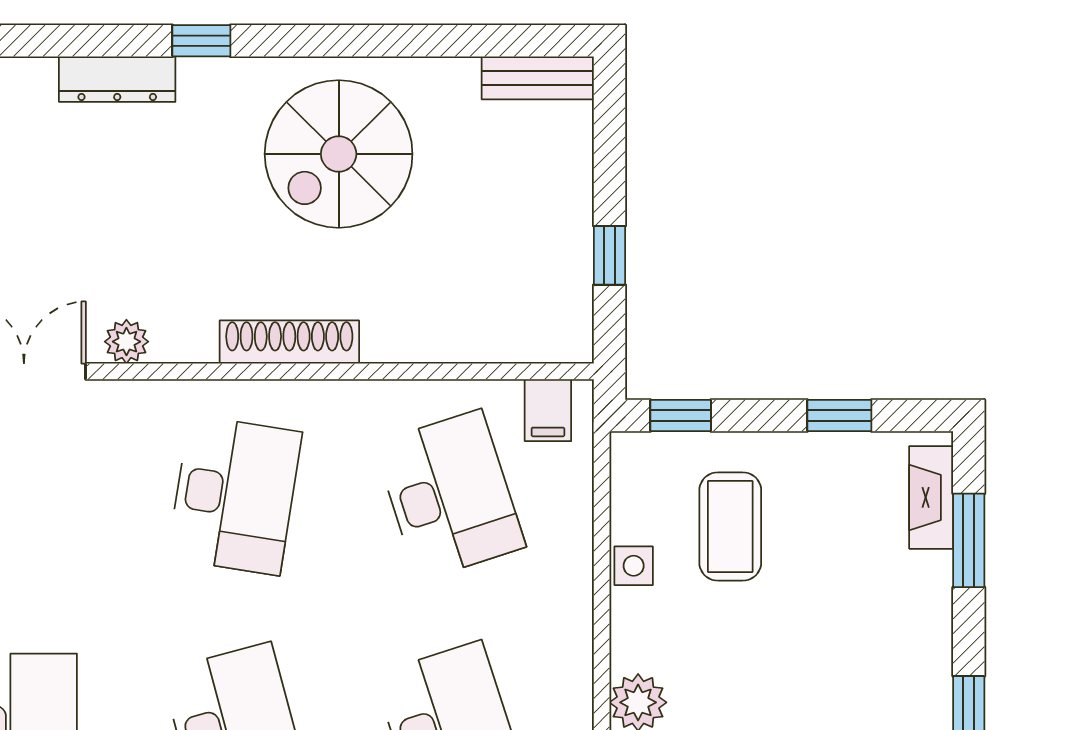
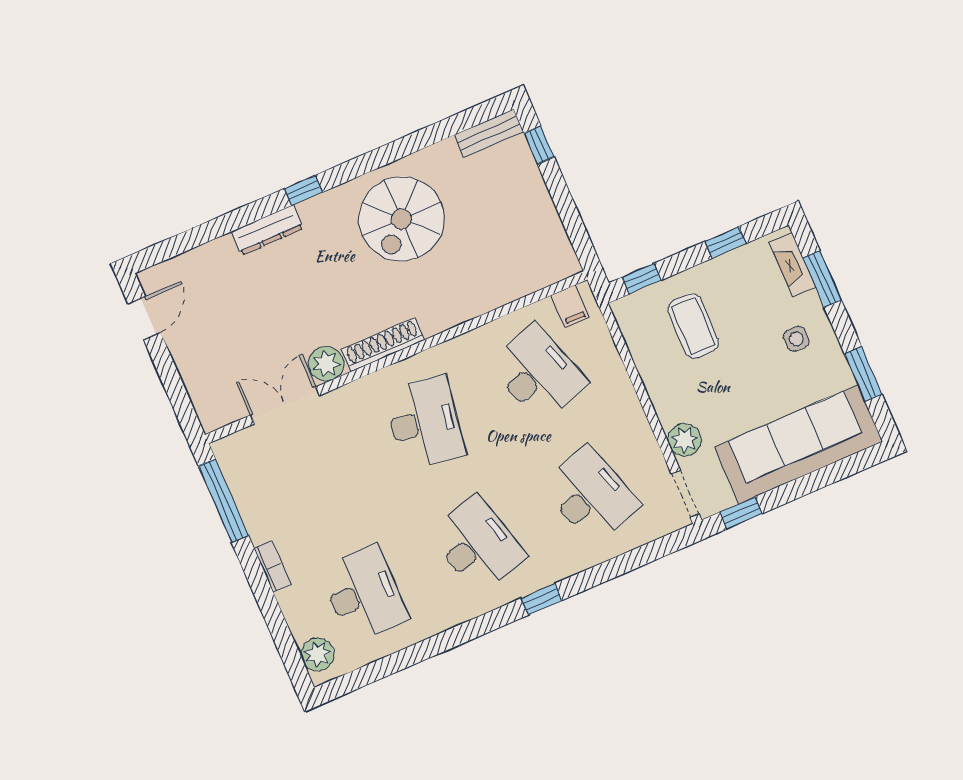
window: (609, 255) -> (539, 145), moved
plant: (126, 342) -> (326, 364), width x1.38, depth x1.38
shoe rack: (289, 342) -> (383, 345), moved
side table: (634, 566) -> (796, 339), moved

